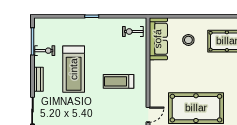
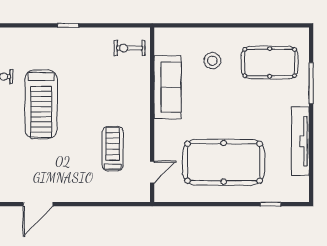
sofa: (158, 39) -> (167, 87), moved
treadmill: (119, 81) -> (113, 149), moved, turned 90

